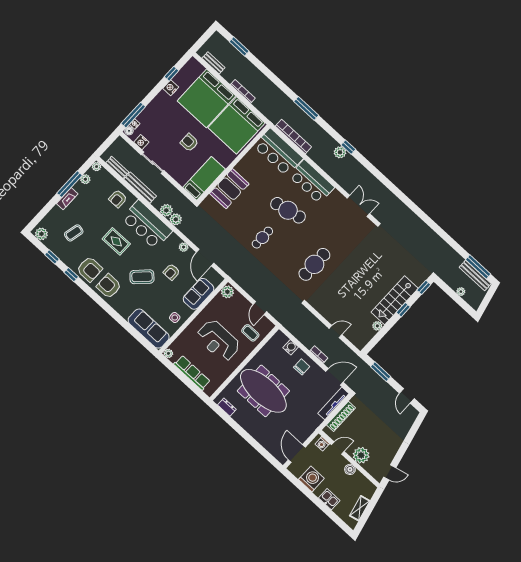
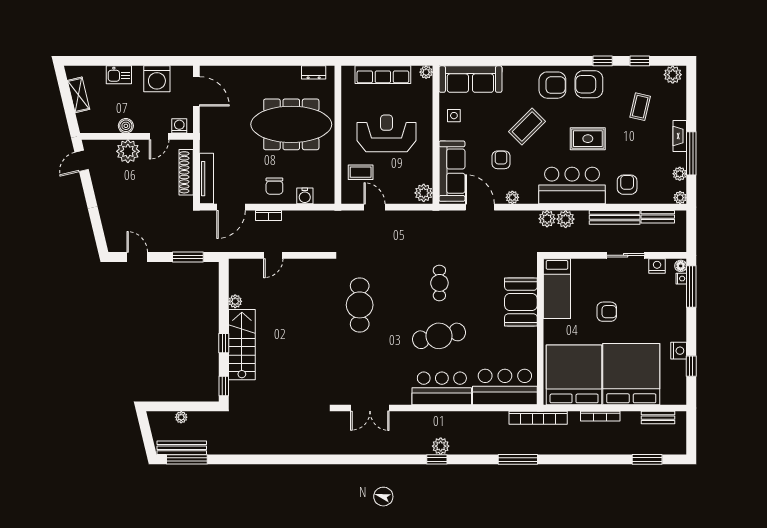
bookcase: (293, 137) -> (538, 418), moved
sofa: (199, 294) -> (452, 171), width x1.36

